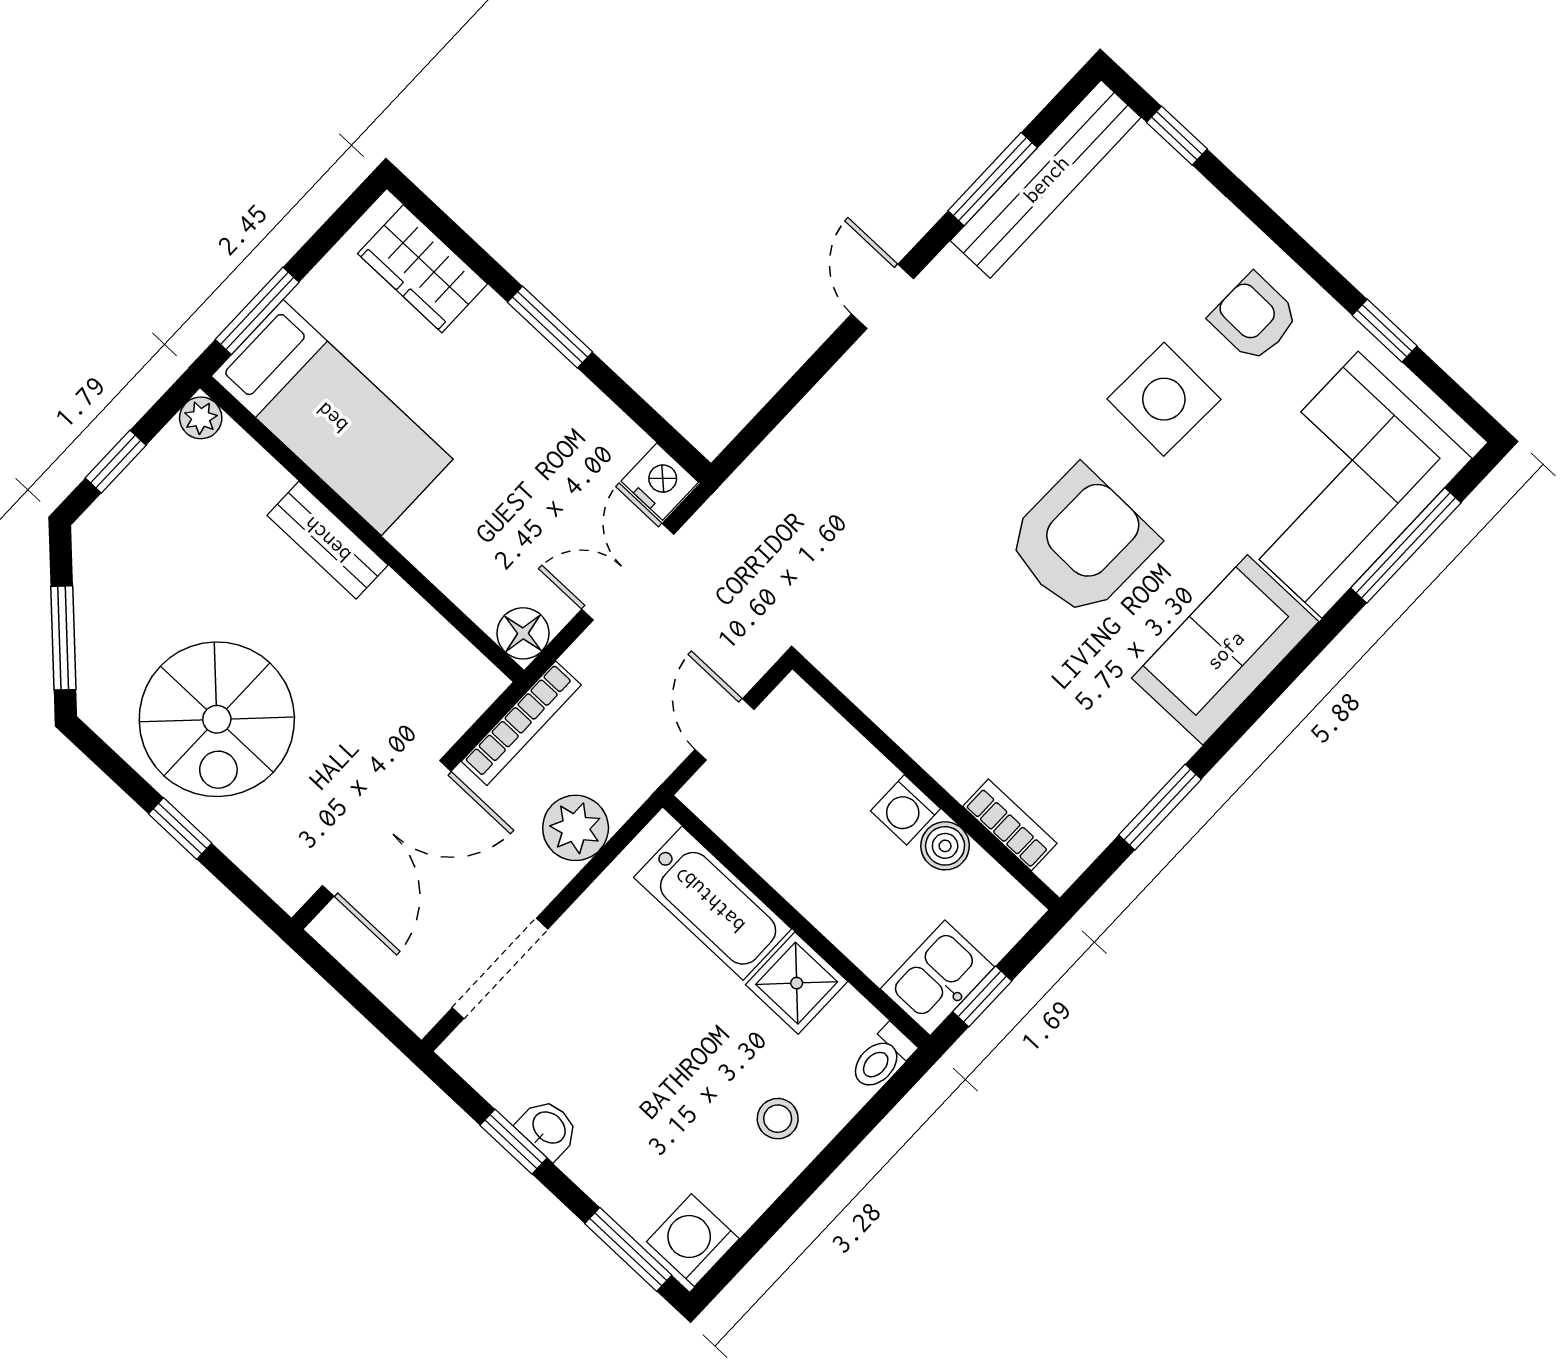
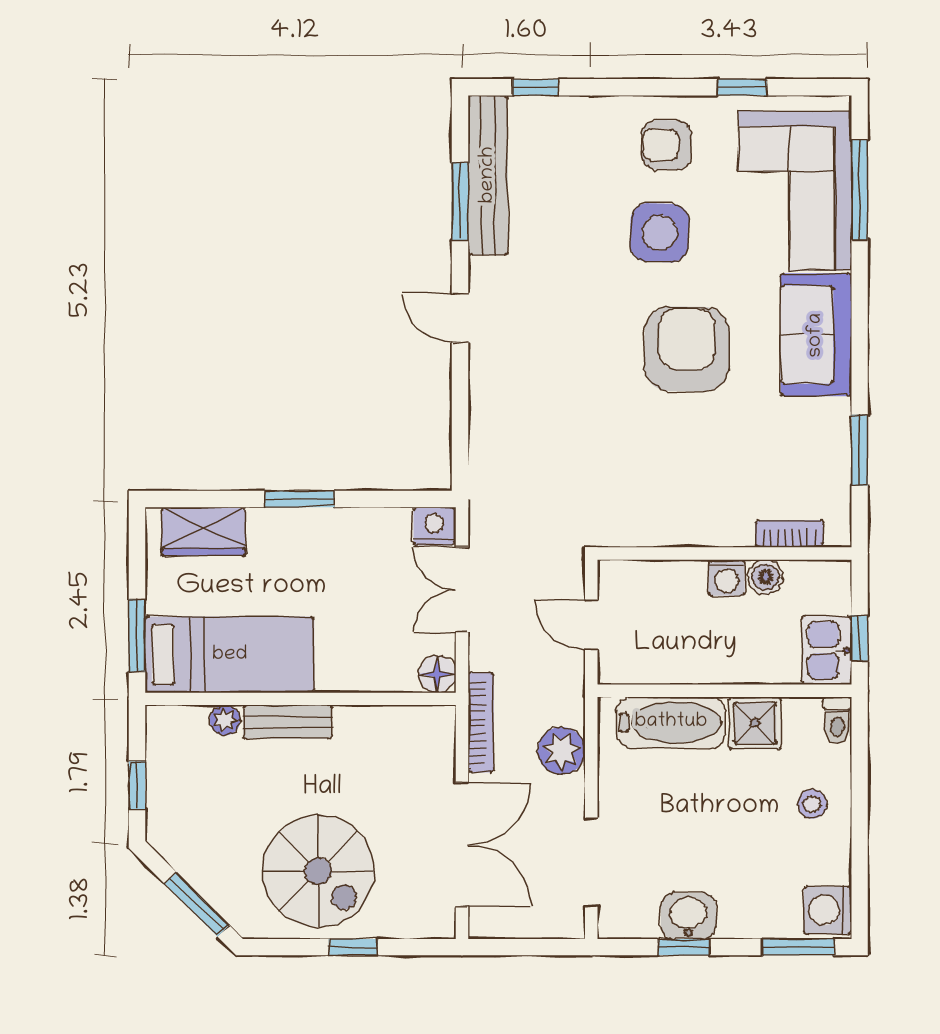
plant: (201, 418) -> (225, 720), moved
washbasin: (548, 1128) -> (688, 916), width x1.38, depth x1.45

